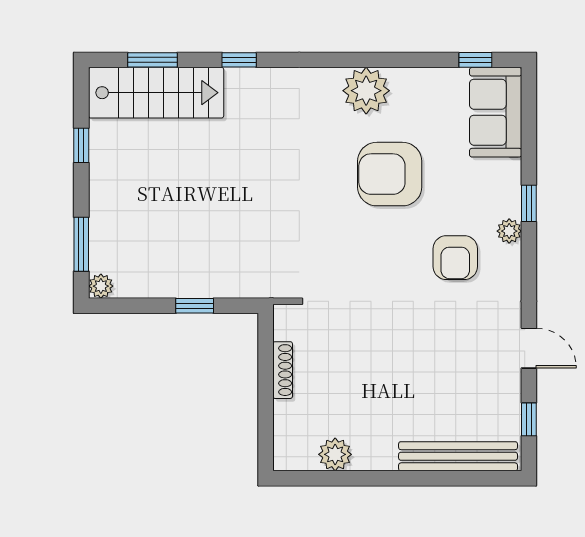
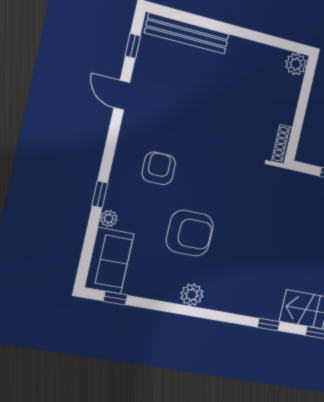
plant: (366, 91) -> (192, 295), width x0.73, depth x0.73
plant: (509, 231) -> (109, 218), moved
shoe rack: (283, 370) -> (282, 144), moved
plant: (335, 454) -> (296, 64), moved

